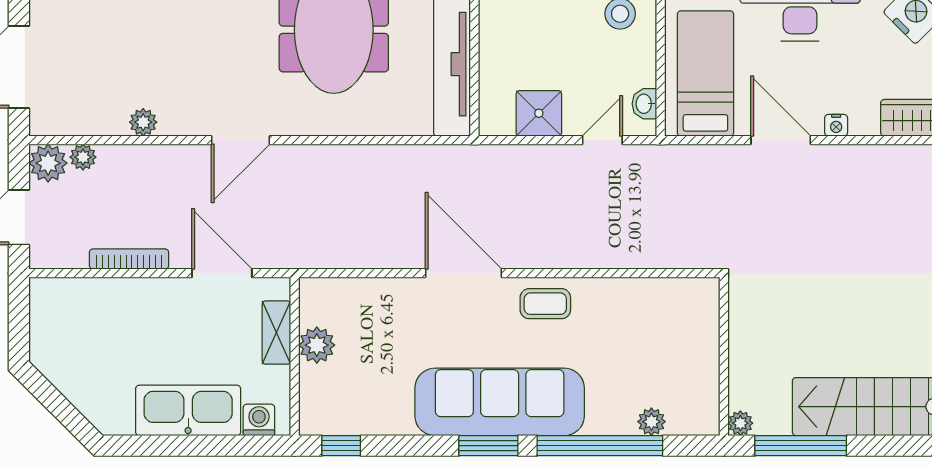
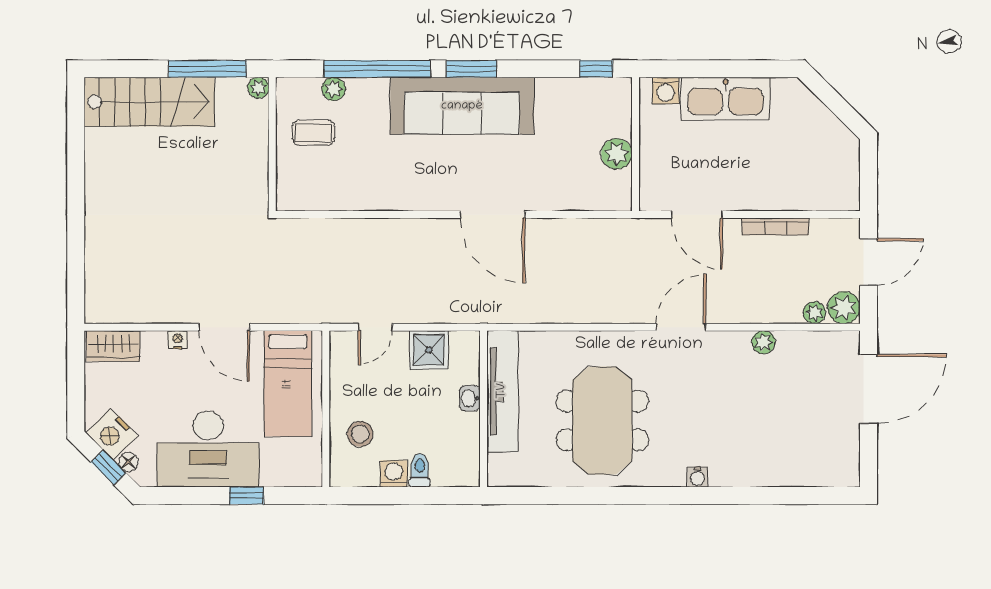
washbasin: (644, 104) -> (470, 398), moved, turned 180
coffee table: (545, 304) -> (314, 133), moved
shelving: (276, 333) -> (651, 164), removed

